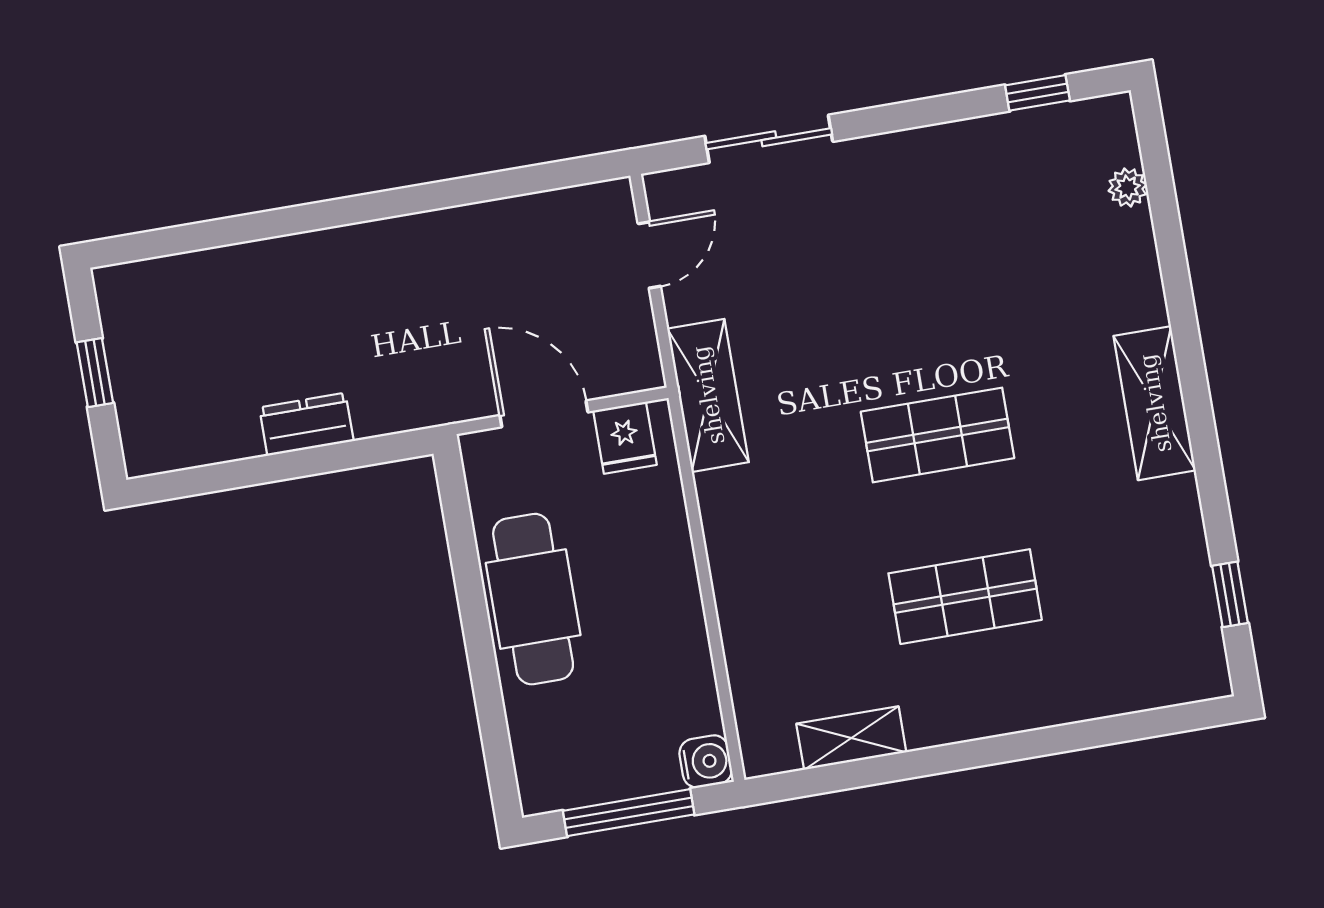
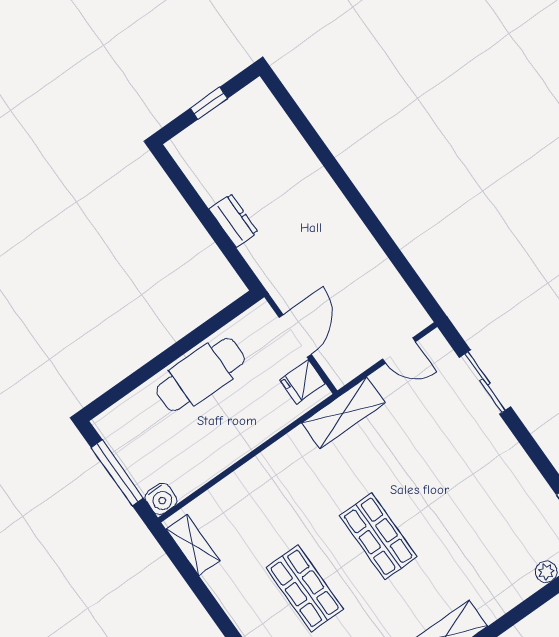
shelving: (851, 738) -> (193, 545), moved

